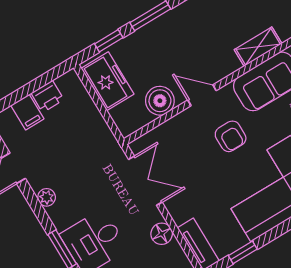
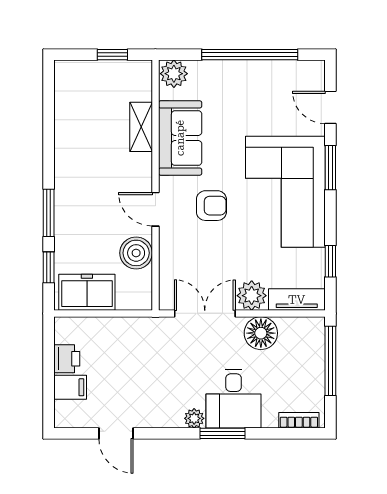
door: (202, 95) -> (155, 209), hinge flipped
plant: (47, 197) -> (194, 418), moved
plant: (181, 208) -> (252, 296), added
floor lamp: (162, 234) -> (261, 333), width x1.38, depth x1.38

